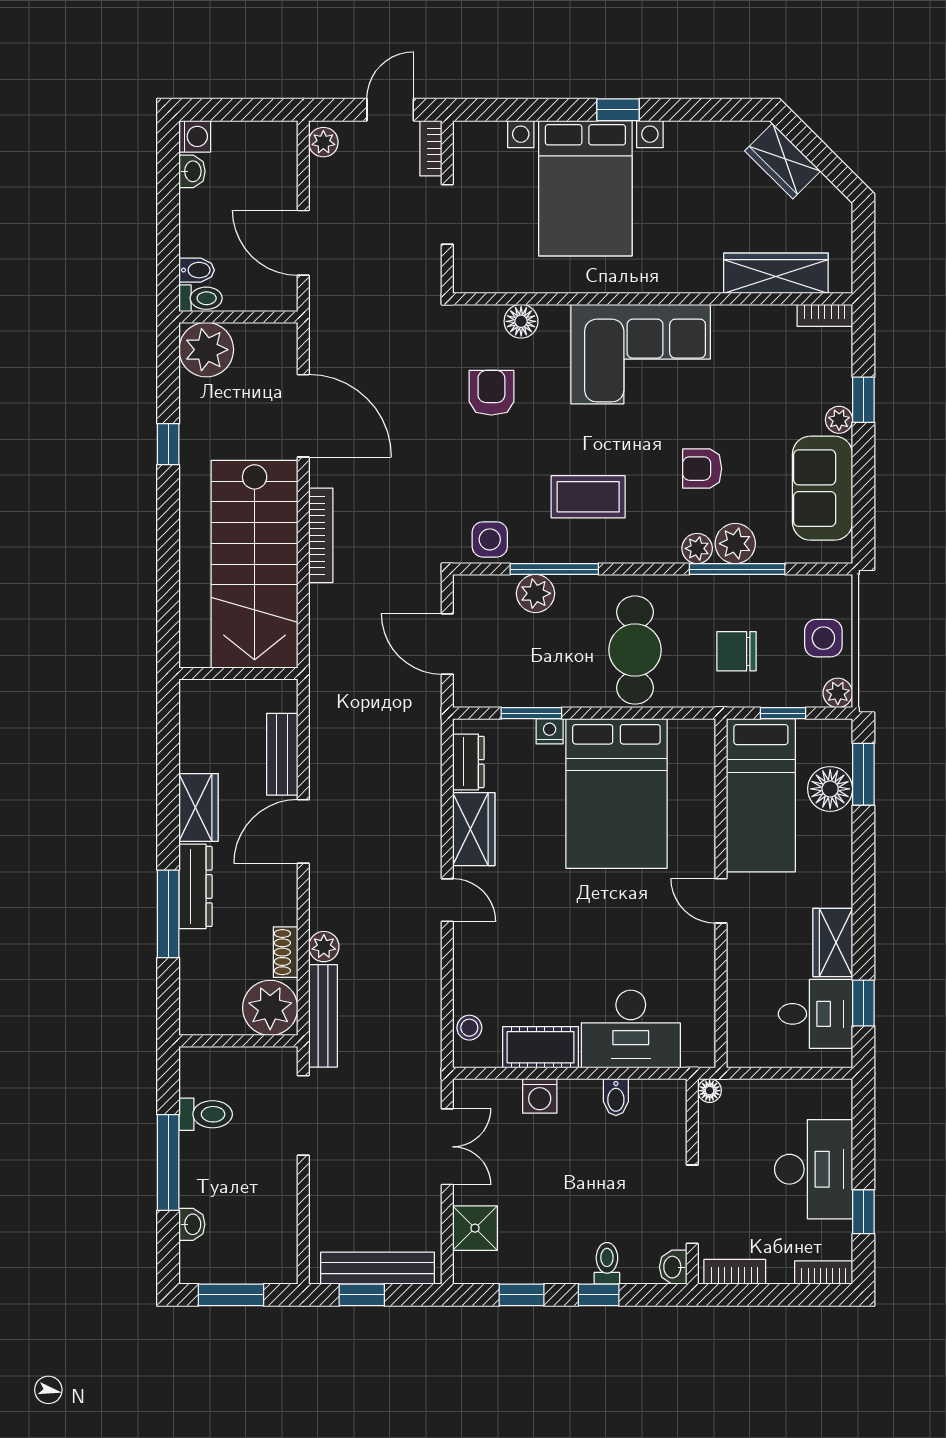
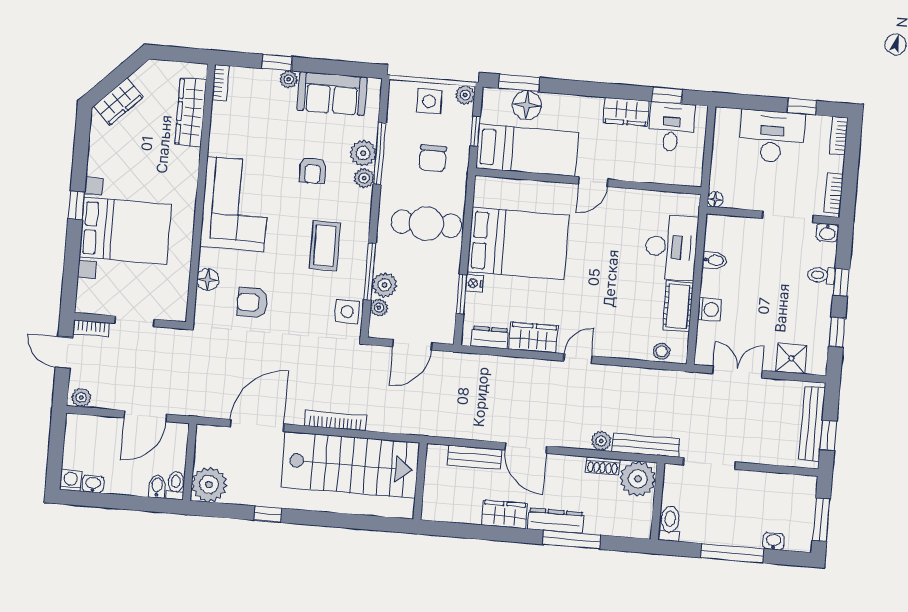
plant: (500, 588) -> (379, 308), added
toilet: (206, 1114) -> (670, 524), moved

